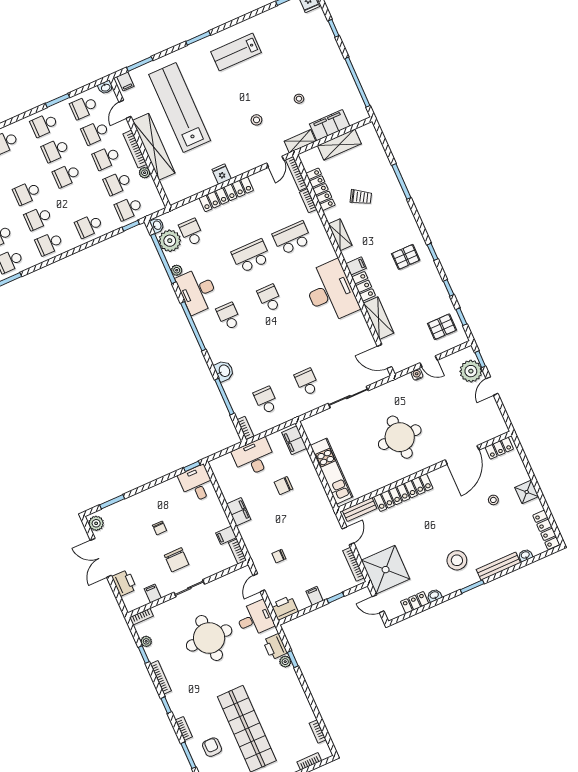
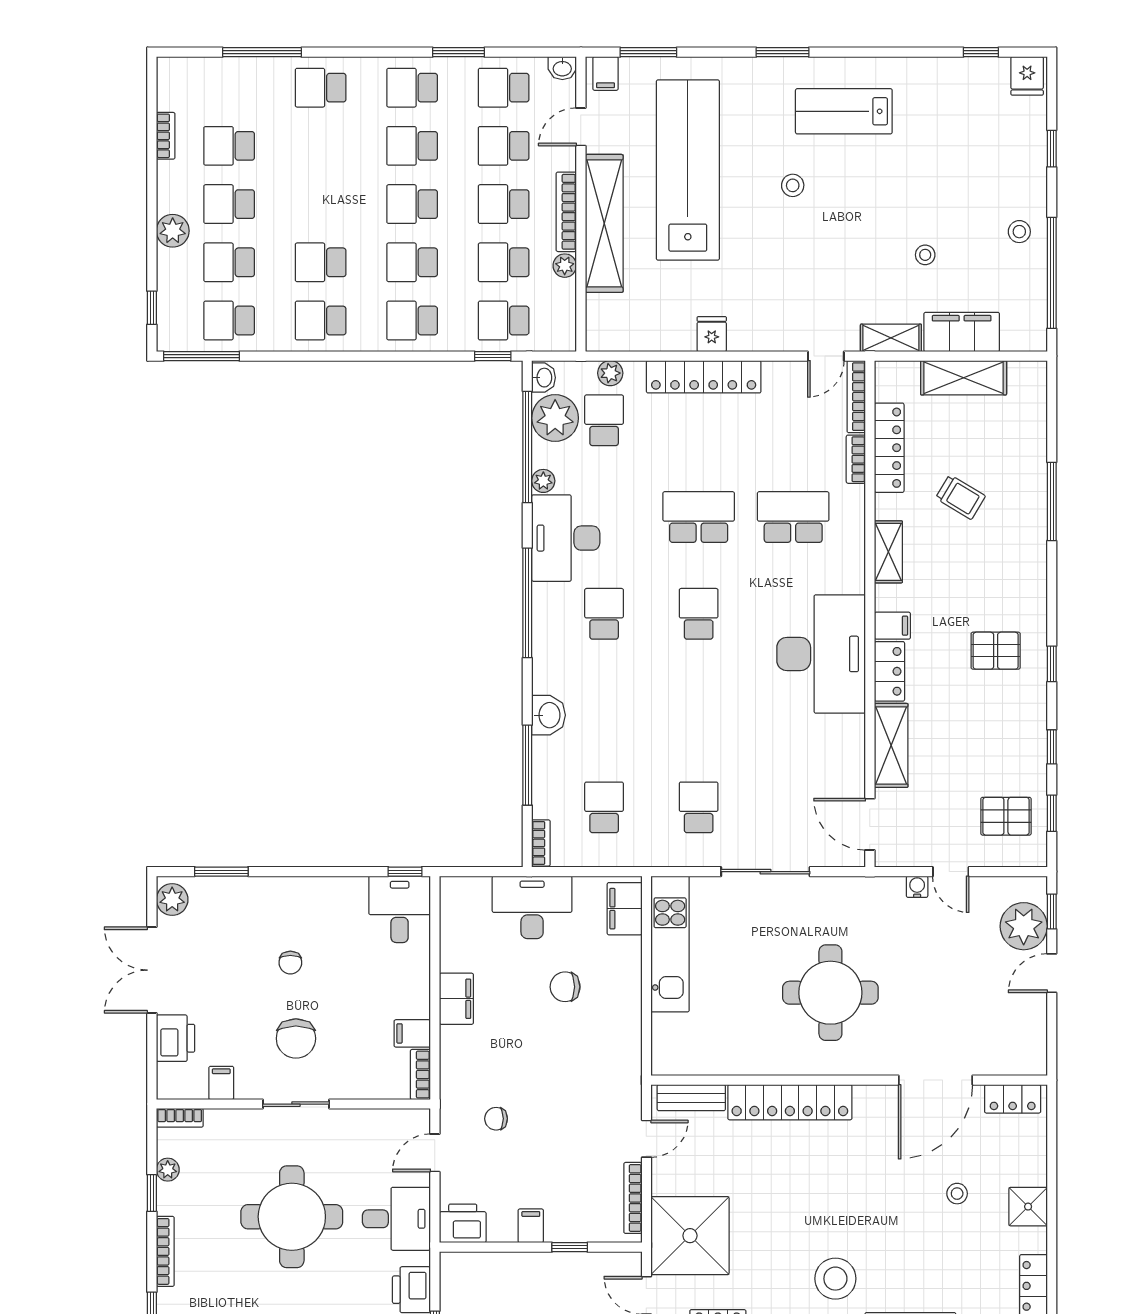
stool: (335, 70) -> (1019, 232), added
stool: (256, 120) -> (793, 185), moved
school desk: (27, 193) -> (412, 262), moved
plant: (185, 211) -> (610, 373), added
kitchen unit: (332, 471) -> (670, 944), moved

